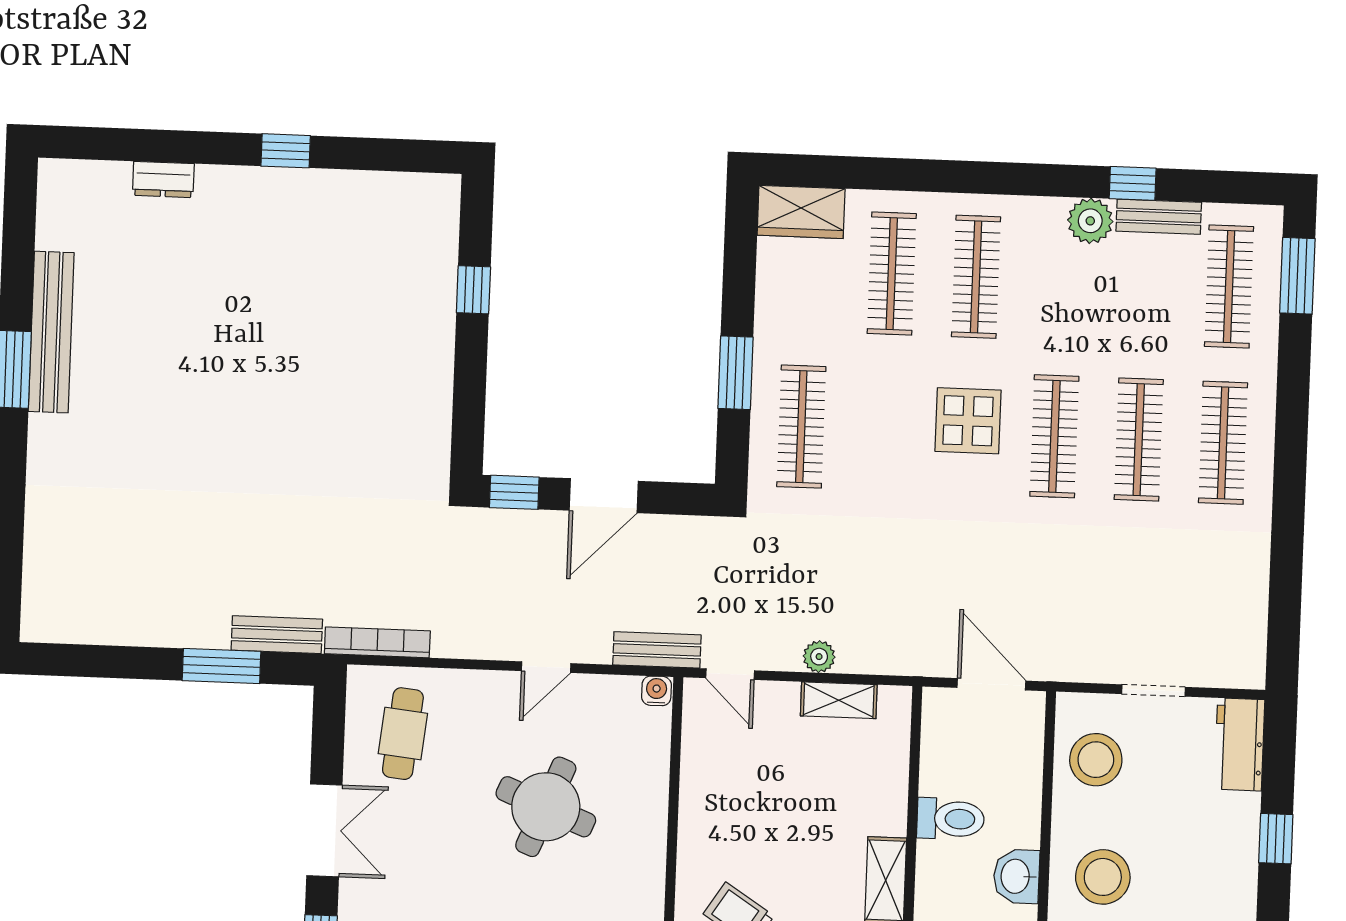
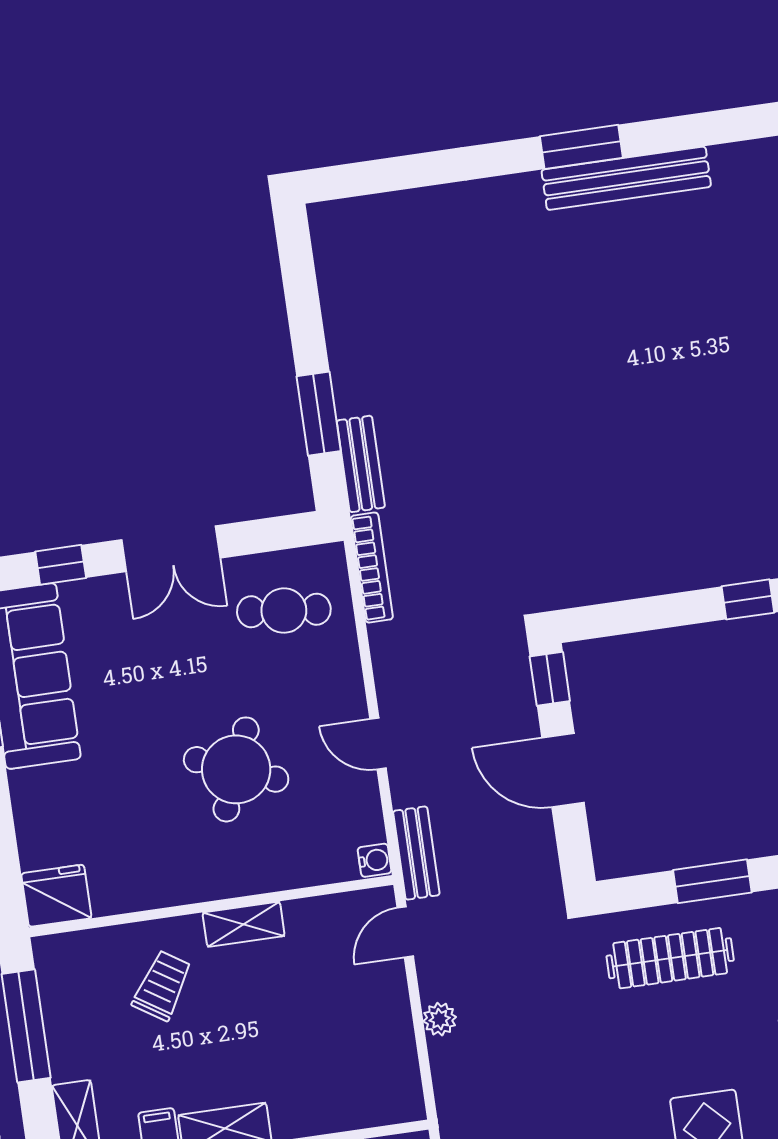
shelving: (839, 700) -> (244, 924), moved, turned 90

